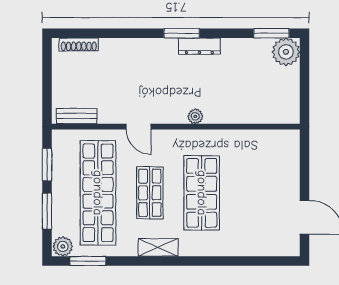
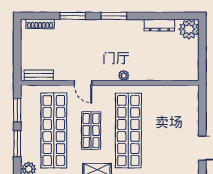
window: (271, 33) -> (73, 16), moved
dresser: (199, 46) -> (159, 25), moved
shop shelf: (202, 193) -> (128, 131), width x1.40

